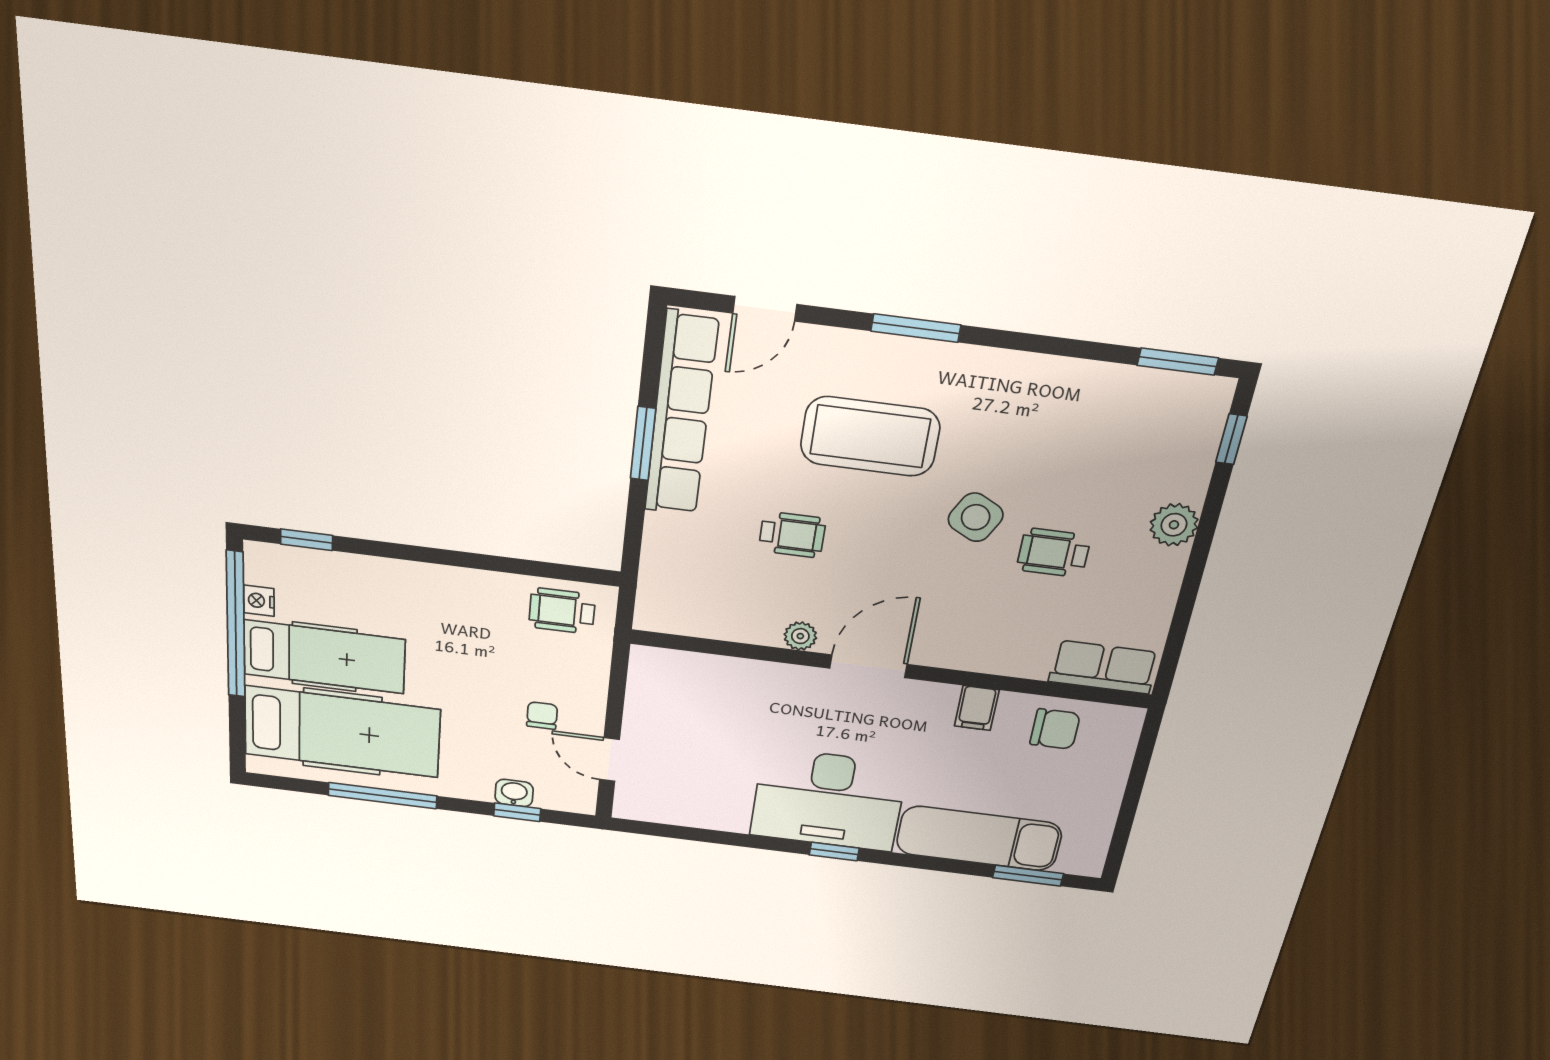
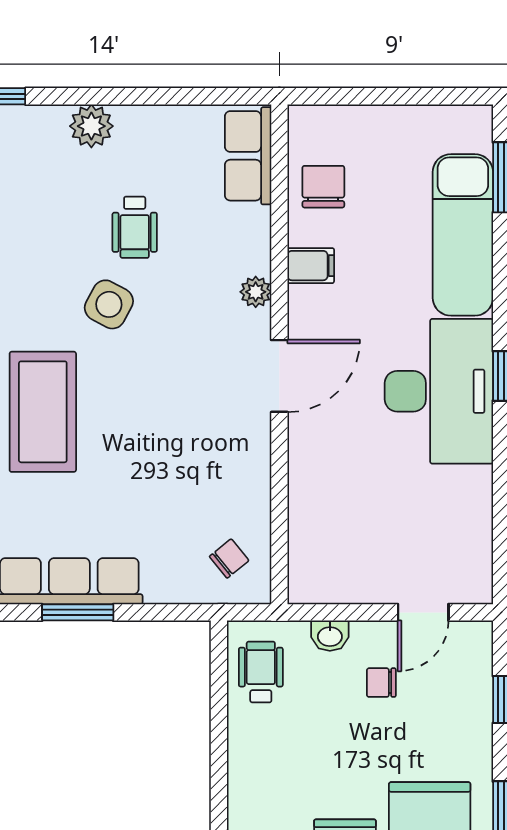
wheelchair: (792, 535) -> (150, 467), removed
chair: (684, 597) -> (229, 558), added
wheelchair: (562, 611) -> (261, 672), turned 180
plant: (800, 636) -> (256, 292), moved
door: (868, 666) -> (279, 376), swing flipped
washbasin: (514, 793) -> (330, 636), moved, turned -90

